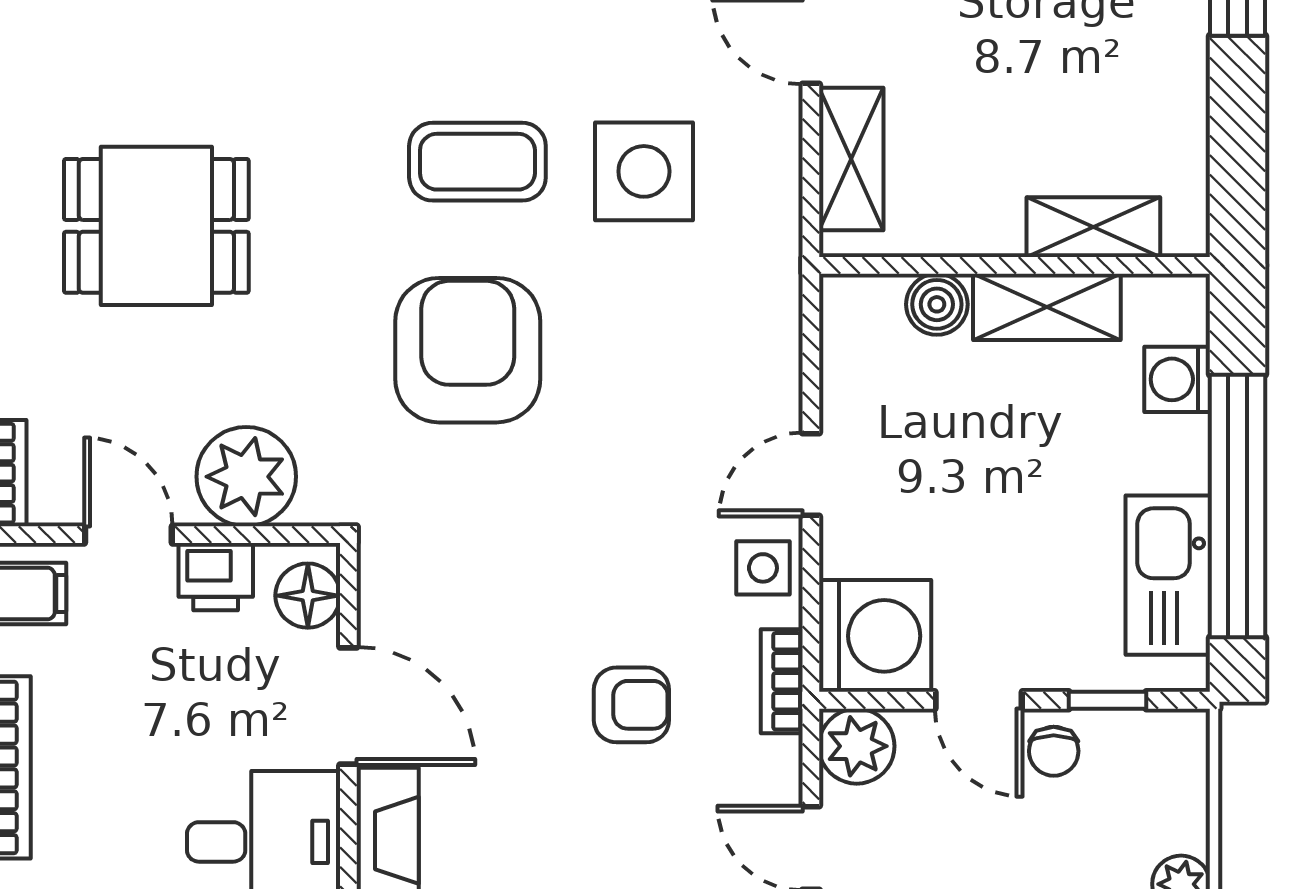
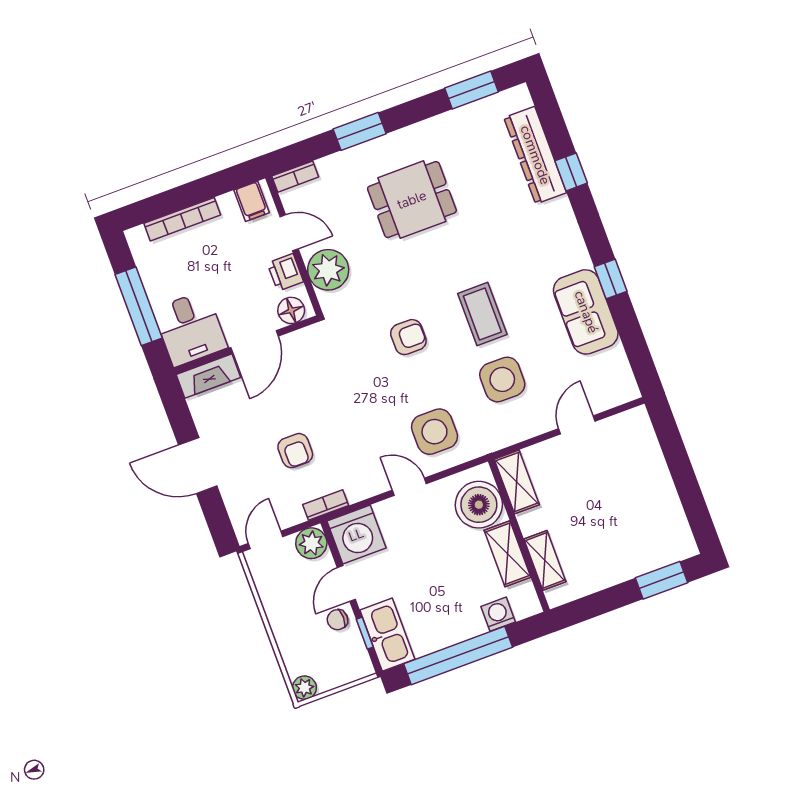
shelving: (851, 159) -> (517, 482), moved, turned 90
dining table: (156, 226) -> (412, 200), turned 90
boiler: (937, 304) -> (479, 505), width x1.86, depth x1.86
armchair: (468, 350) -> (408, 337), width x0.53, depth x0.53
door: (128, 535) -> (289, 233), hinge flipped
side table: (763, 568) -> (434, 432), moved, width x1.87, depth x1.87
kitchen sink: (1168, 575) -> (387, 635), moved, turned 90

